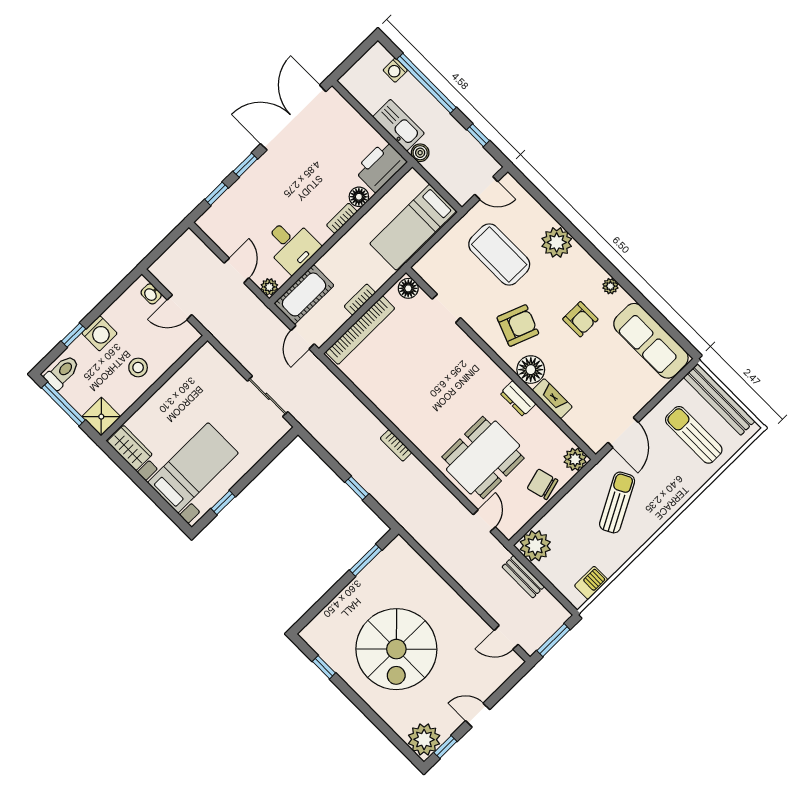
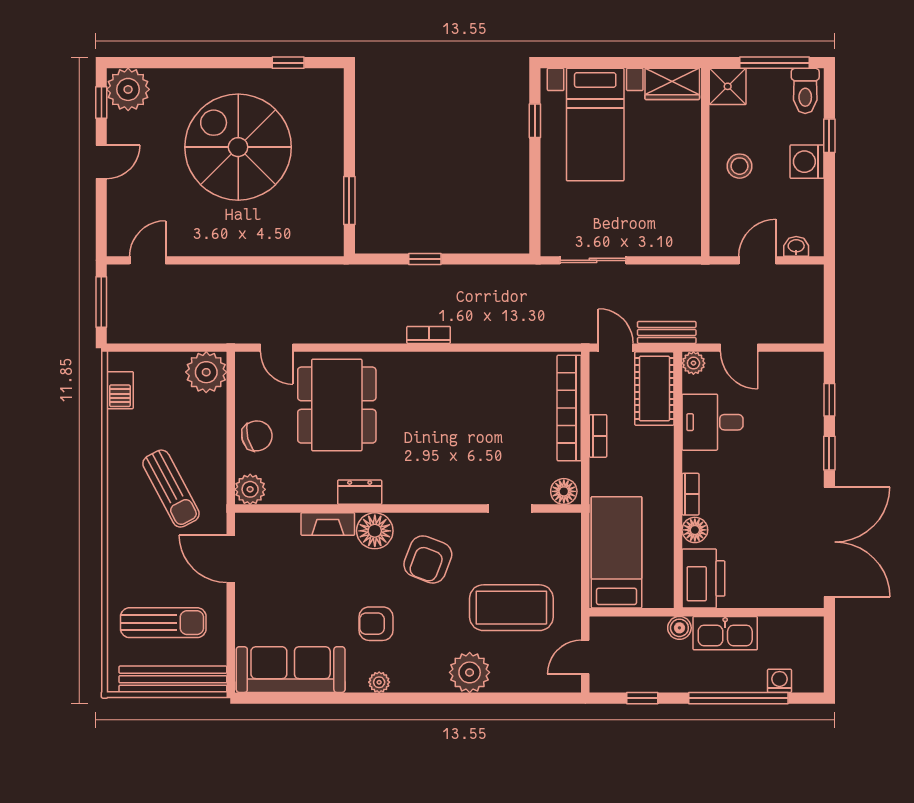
bench: (523, 577) -> (667, 332), moved

